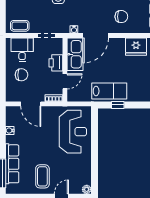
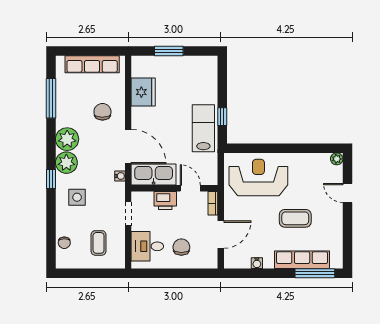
coffee table: (20, 26) -> (99, 243), moved
coffee table: (42, 176) -> (295, 218), moved

